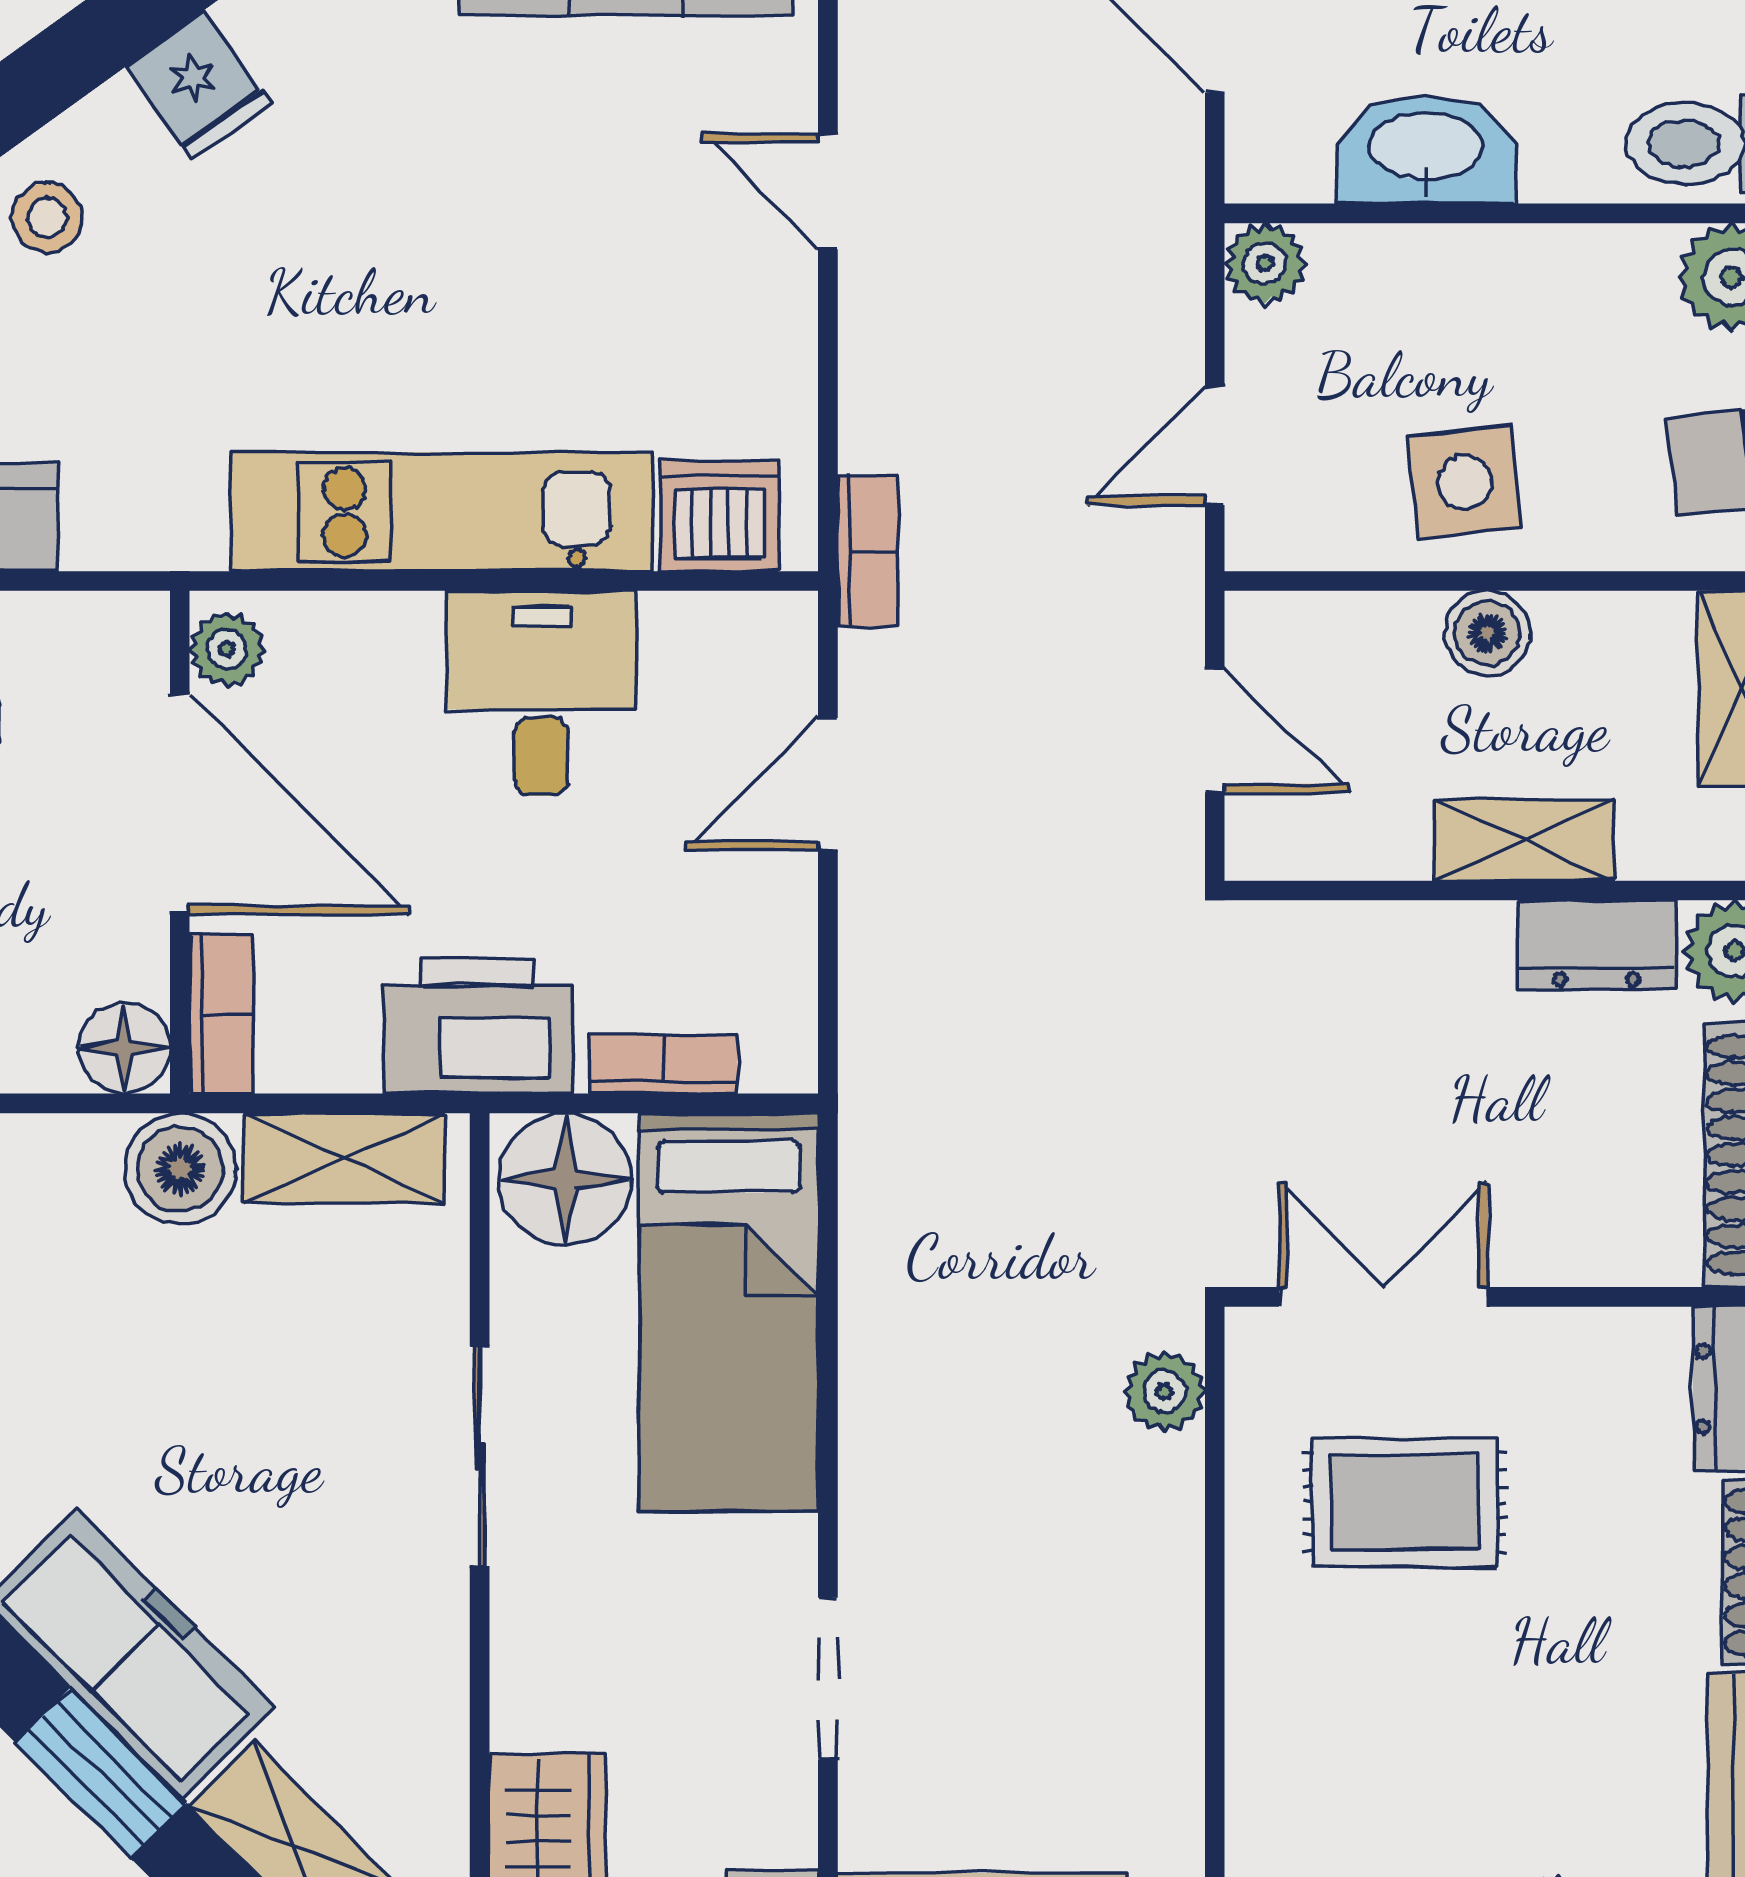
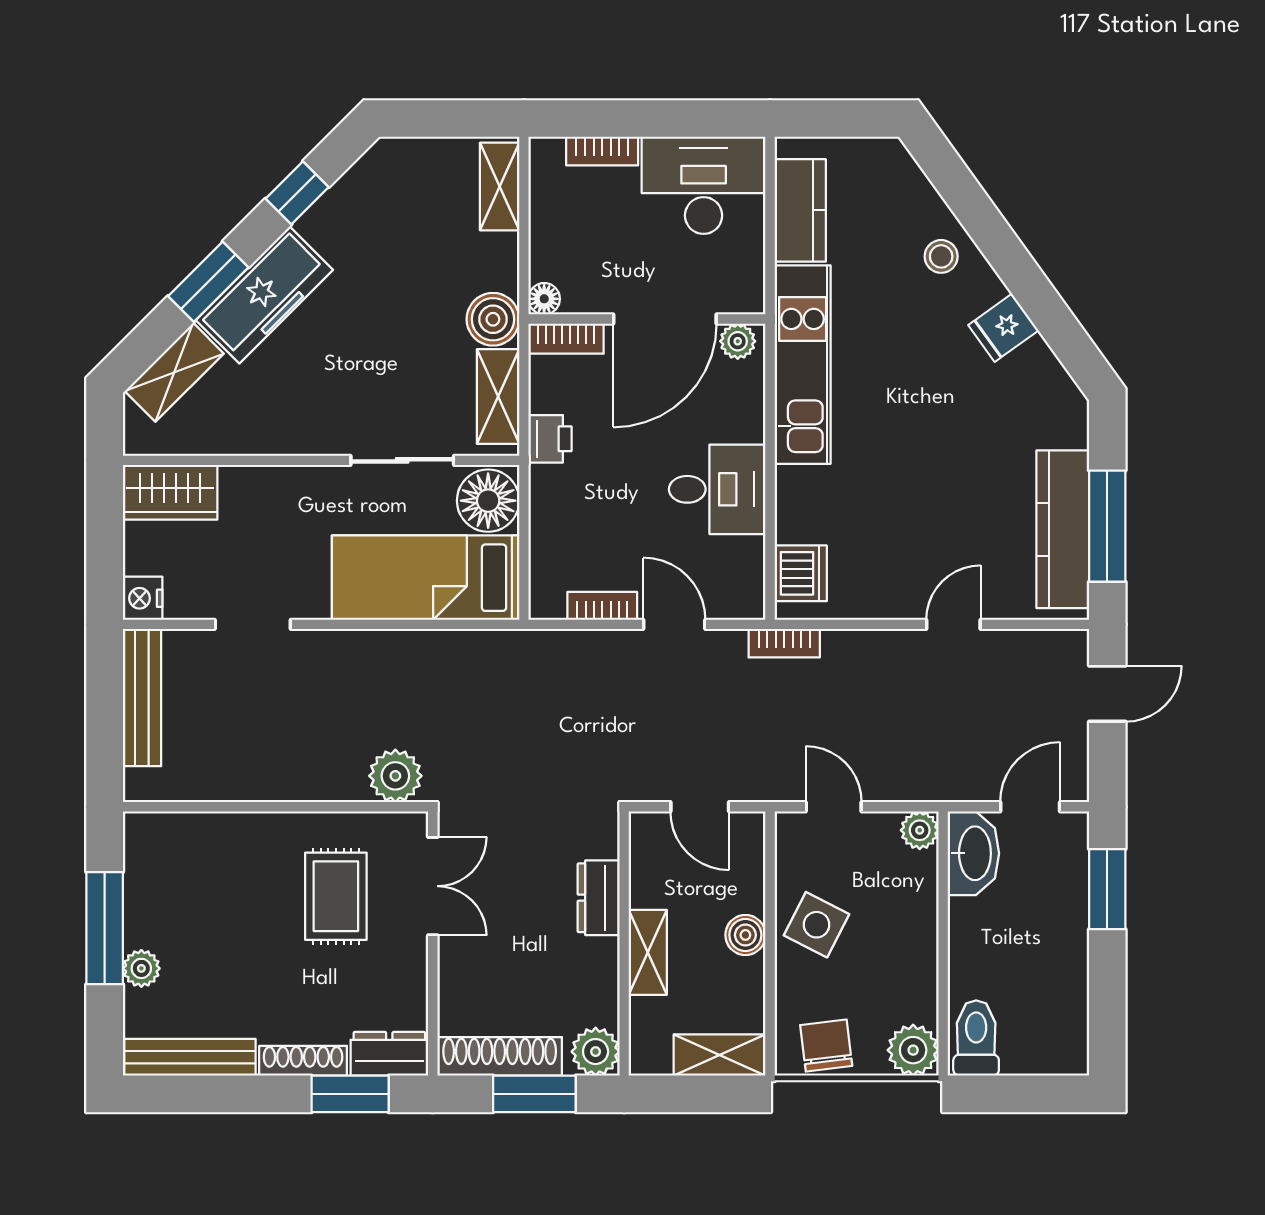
washbasin: (1426, 149) -> (973, 853), moved
side table: (1465, 482) -> (817, 925), turned 33
kitchen unit: (442, 512) -> (803, 365), moved
door: (1215, 730) -> (700, 807), hinge flipped
dresser: (1596, 945) -> (599, 898), moved
printer: (478, 1026) -> (550, 439), width x0.53, depth x0.68
floor lamp: (124, 1048) -> (544, 299), width x0.73, depth x0.73
bookcase: (663, 1064) -> (602, 606), moved, turned -90
plant: (1165, 1391) -> (395, 776), width x1.38, depth x1.38
sliding door: (480, 1456) -> (402, 460), moved

